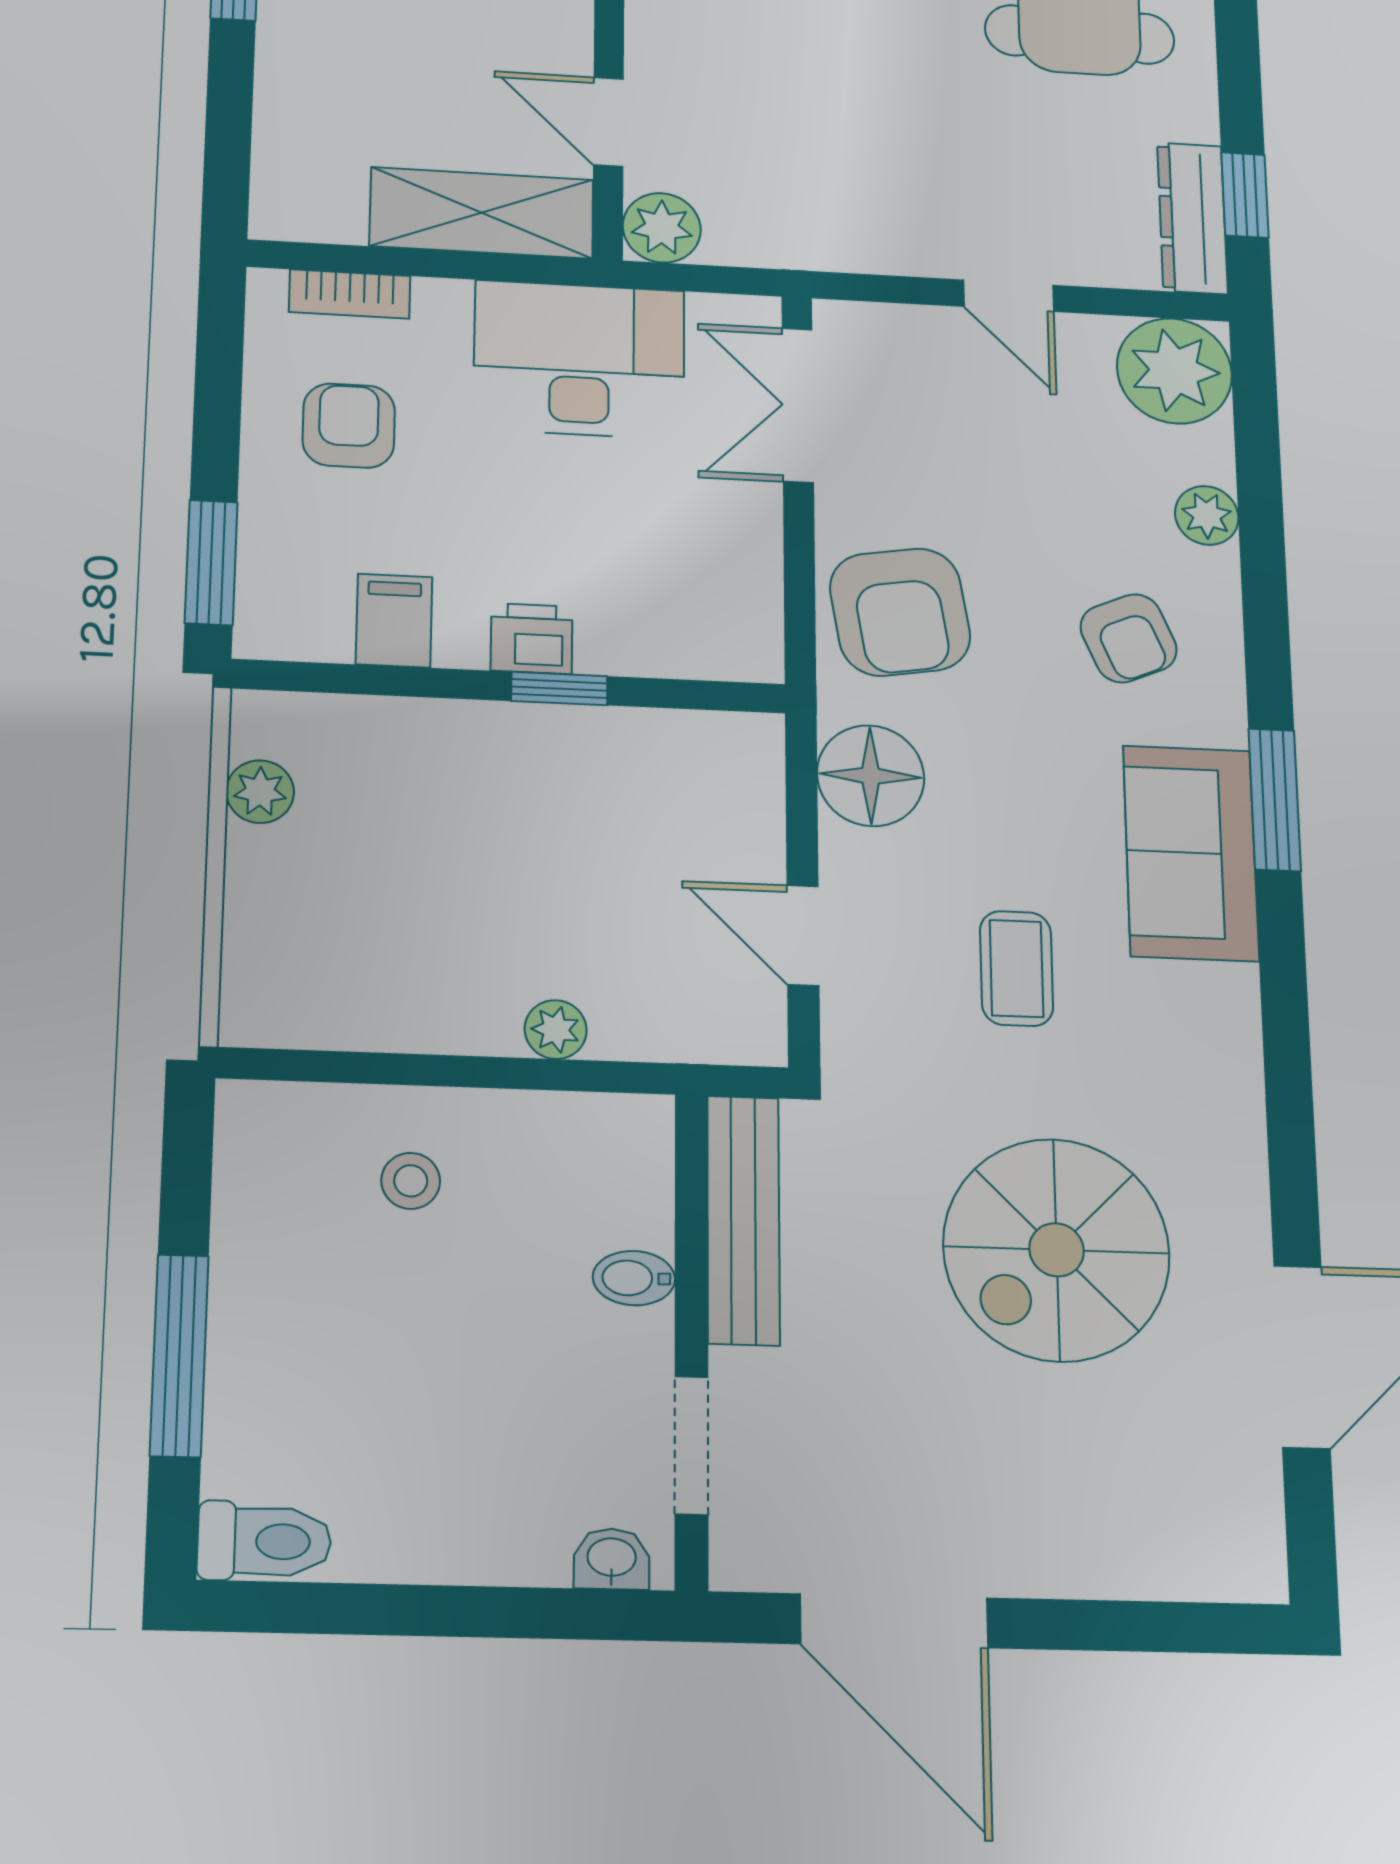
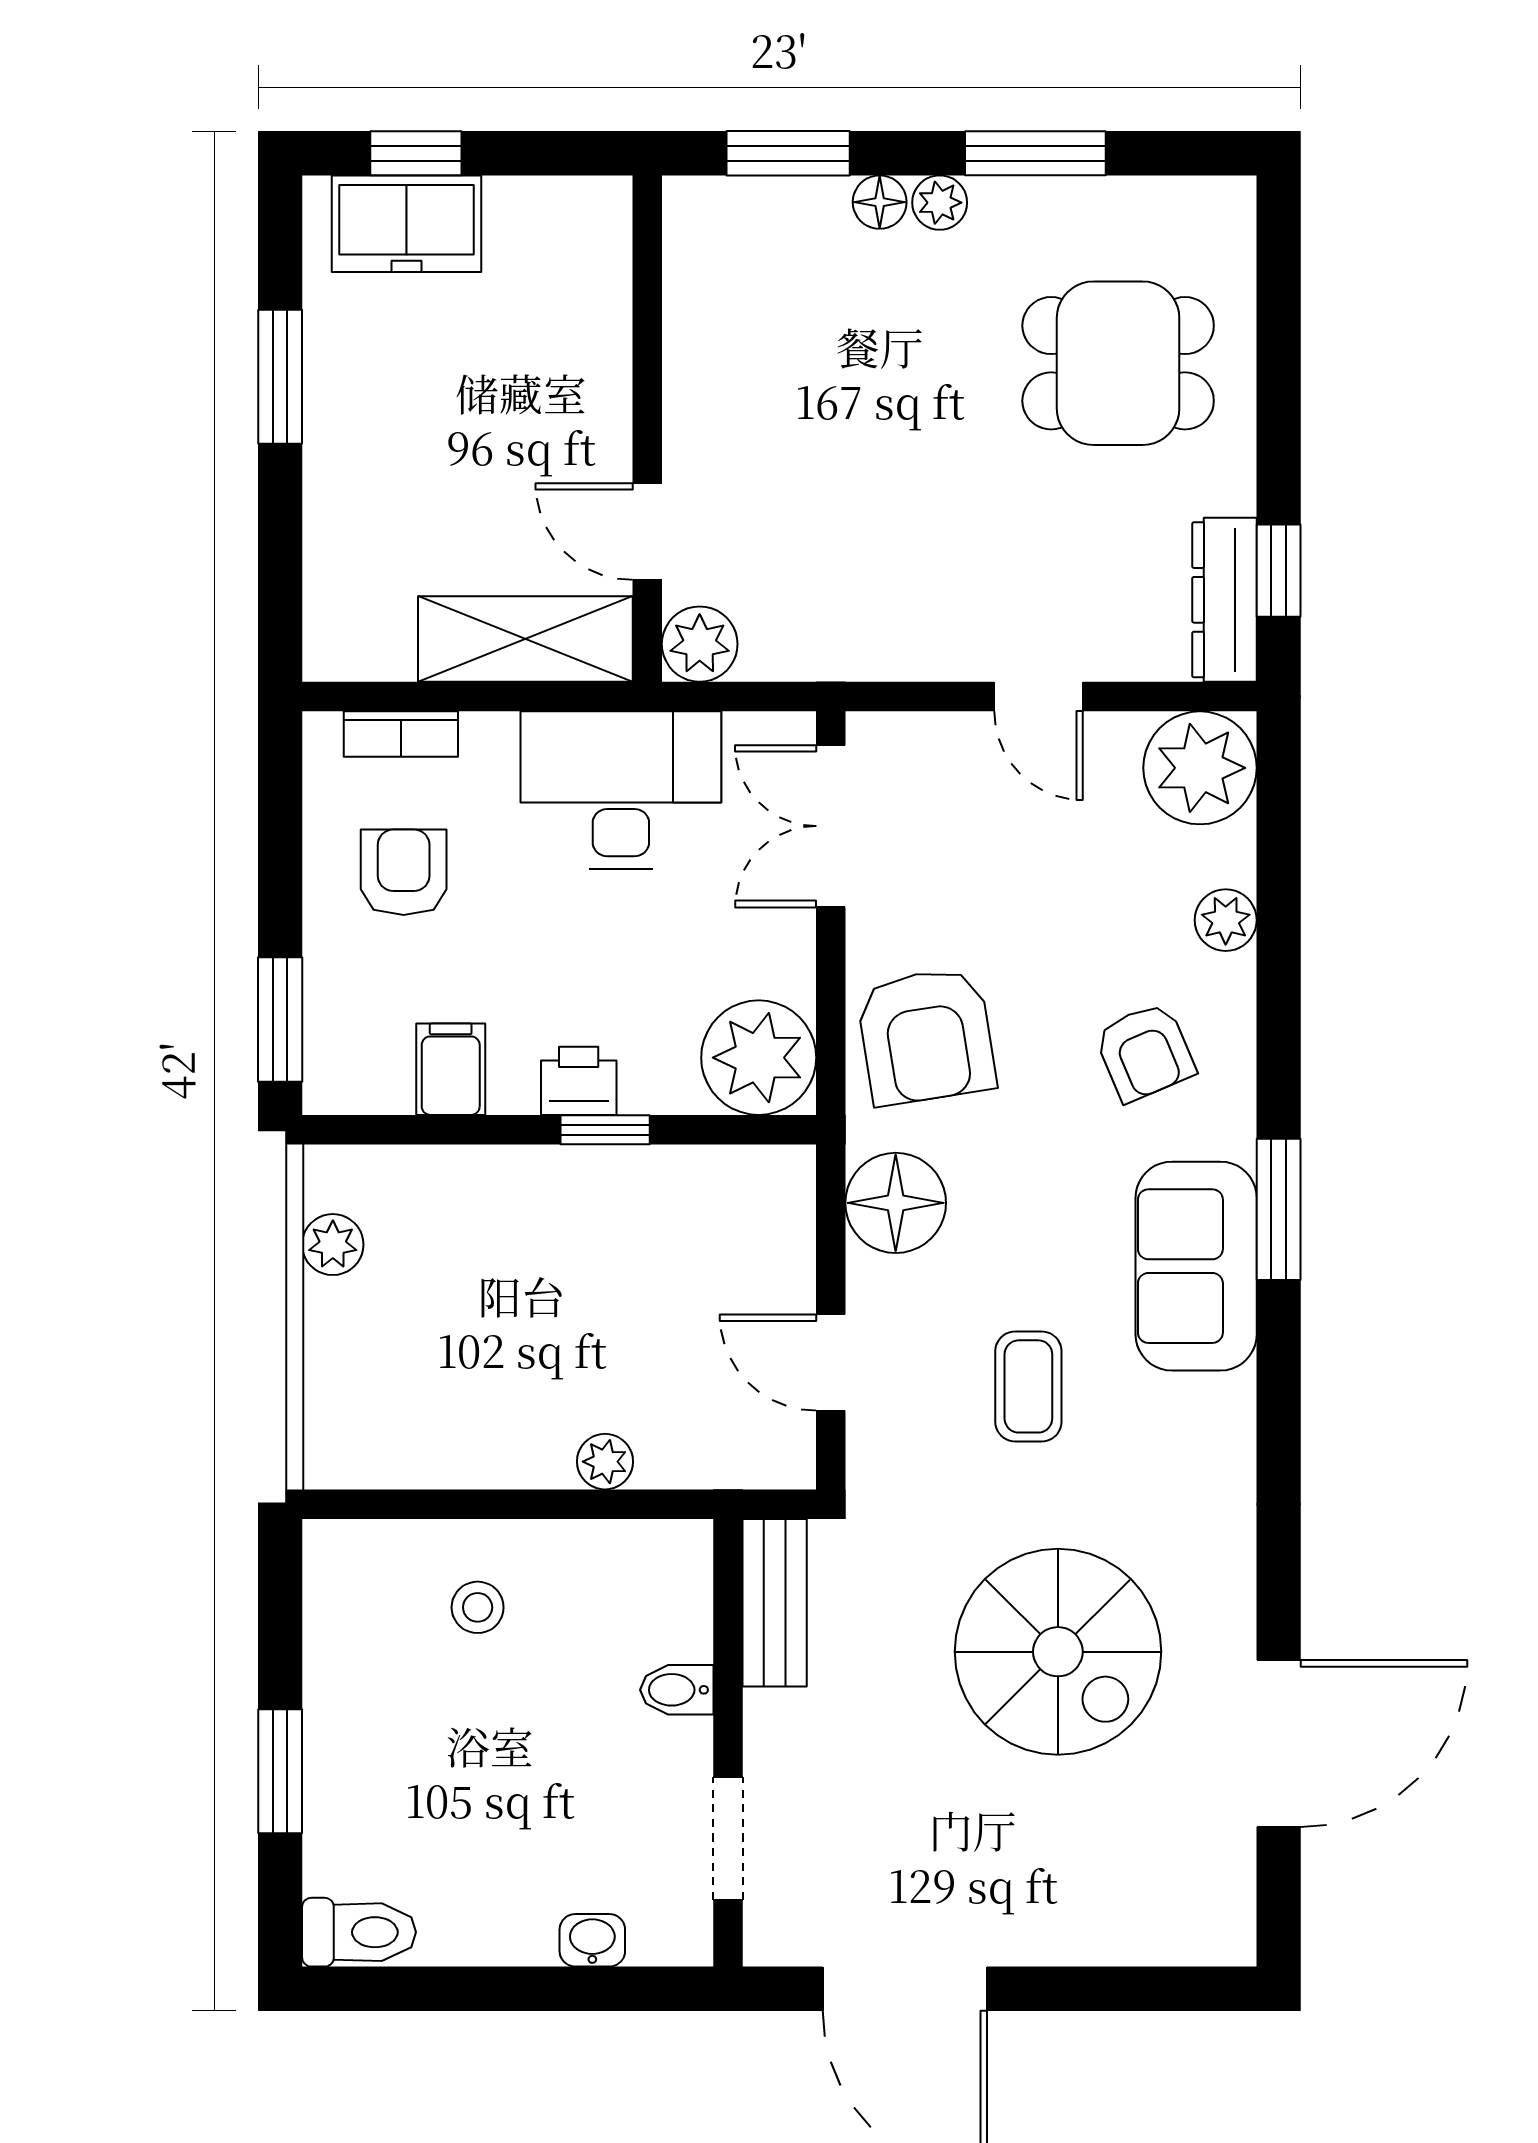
plant: (724, 625) -> (759, 1058), added
bench: (743, 1220) -> (775, 1603), width x0.73
spiral stairs: (1056, 1250) -> (1058, 1652), turned -90
window: (179, 1355) -> (280, 1771), width x0.69
washbasin: (612, 1559) -> (592, 1940), moved

